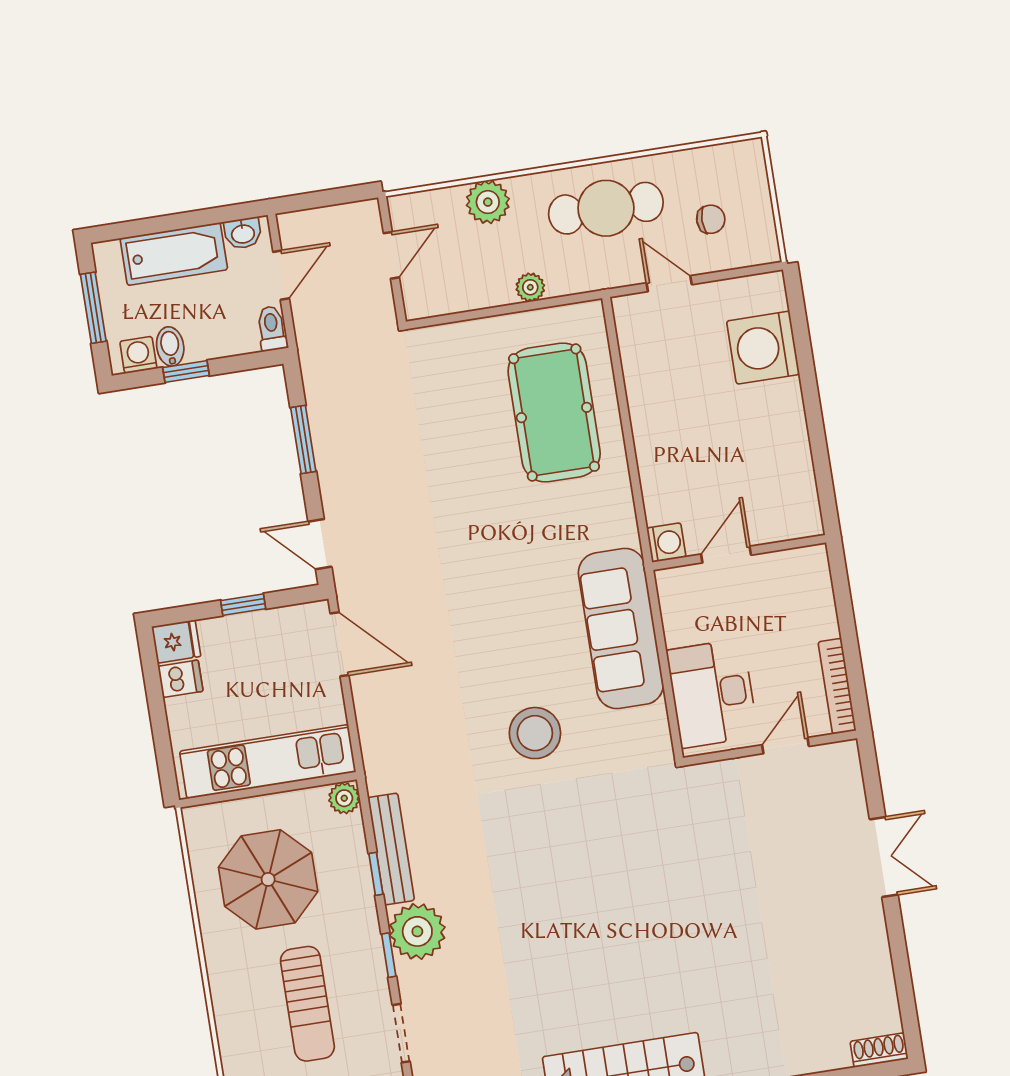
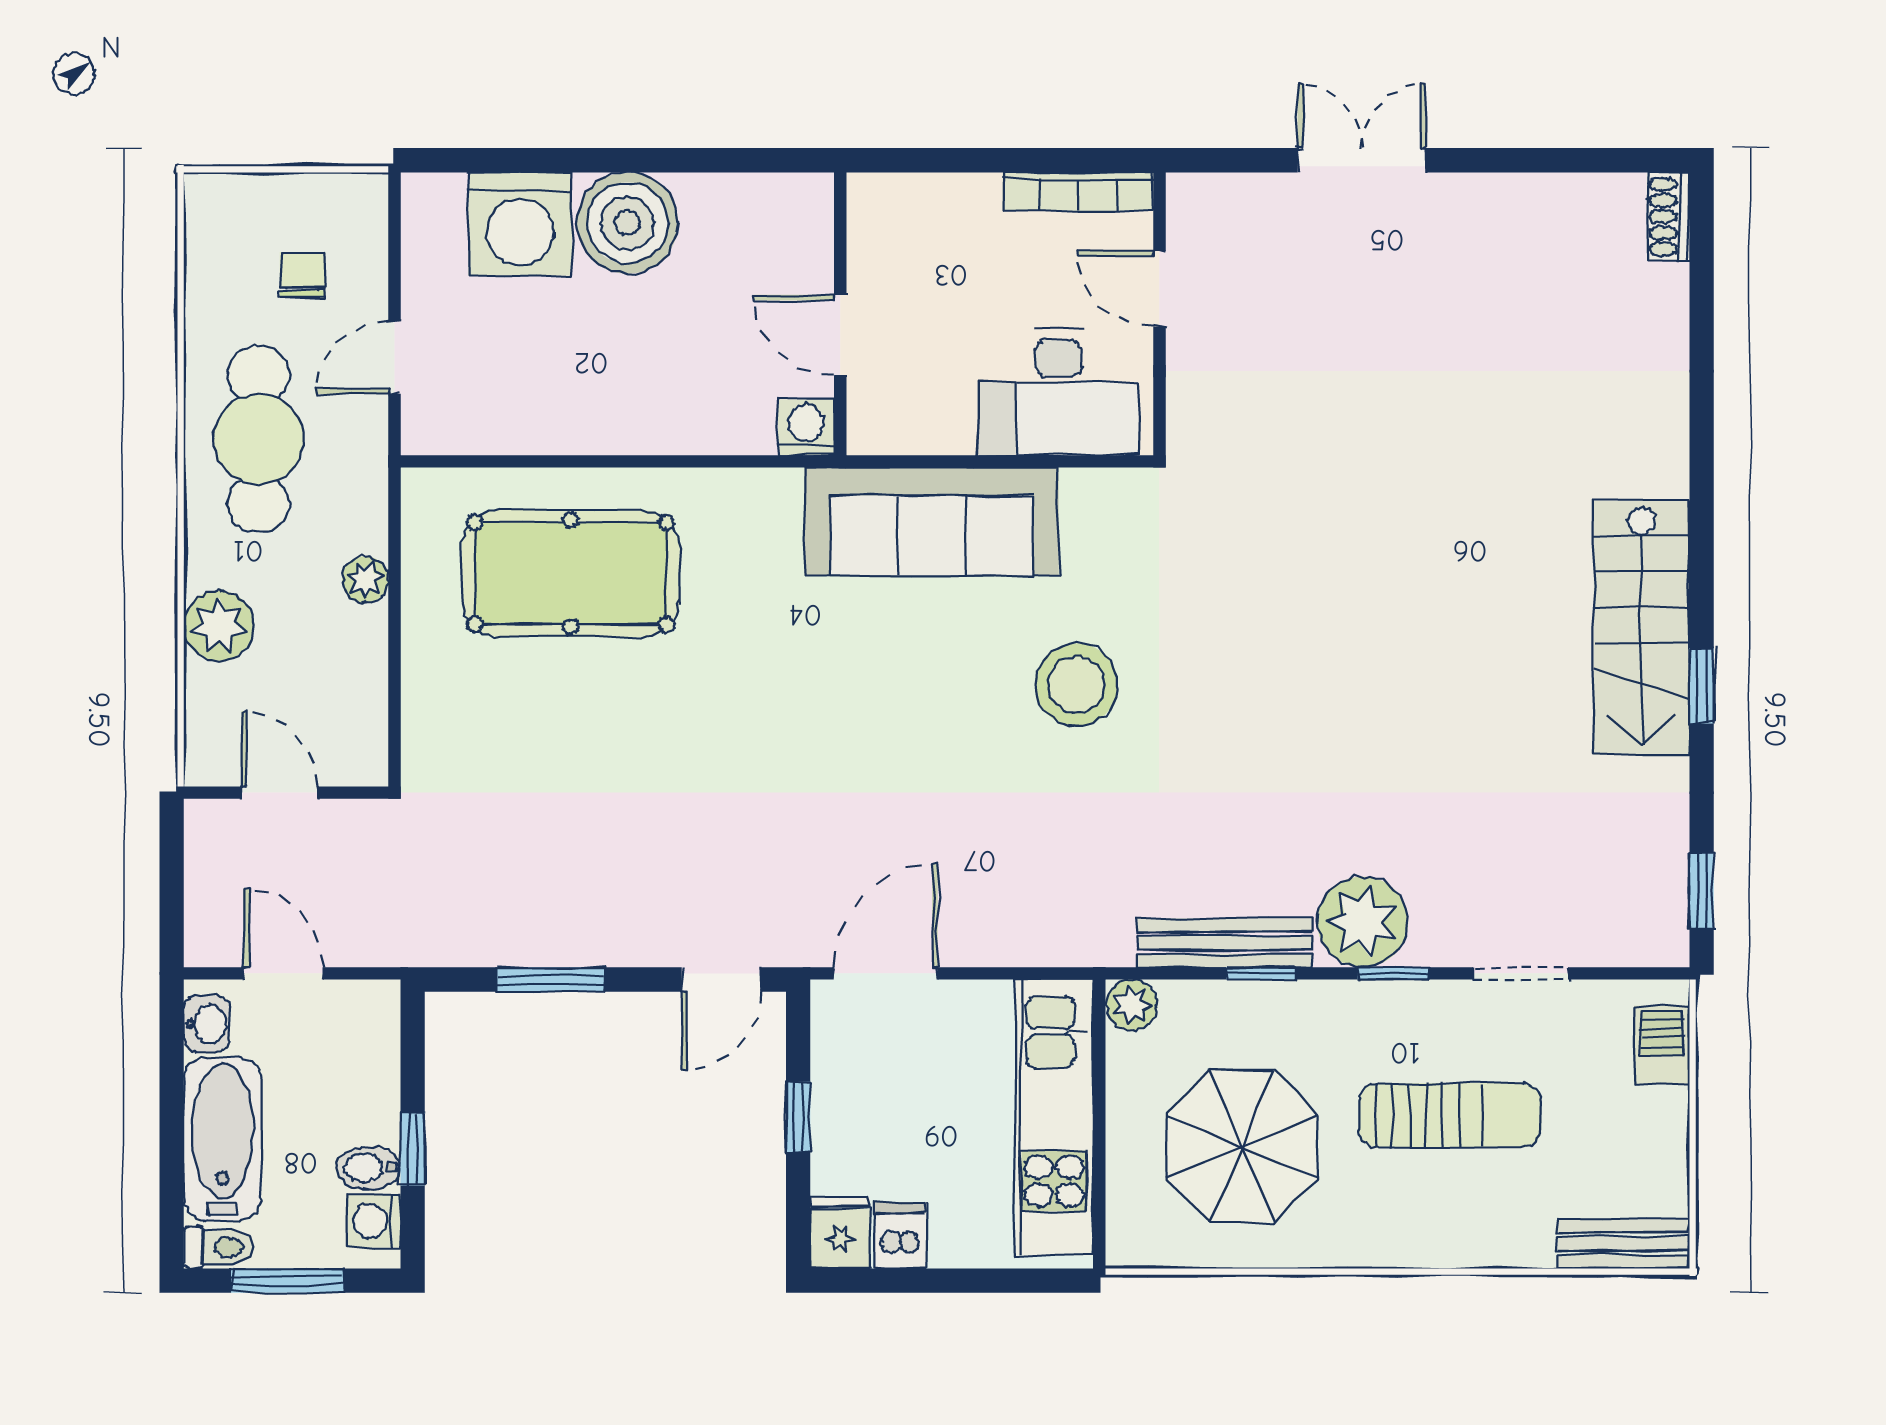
toilet: (272, 328) -> (219, 1247), moved, turned 180
boiler: (774, 413) -> (627, 223), added

